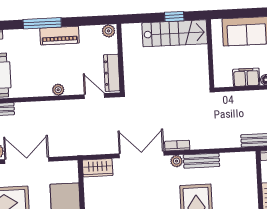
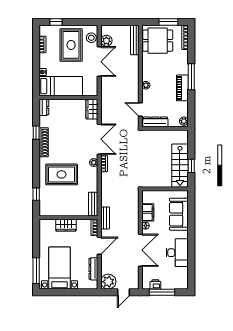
door: (94, 96) -> (140, 109), swing flipped
bench: (201, 161) -> (93, 204), moved

